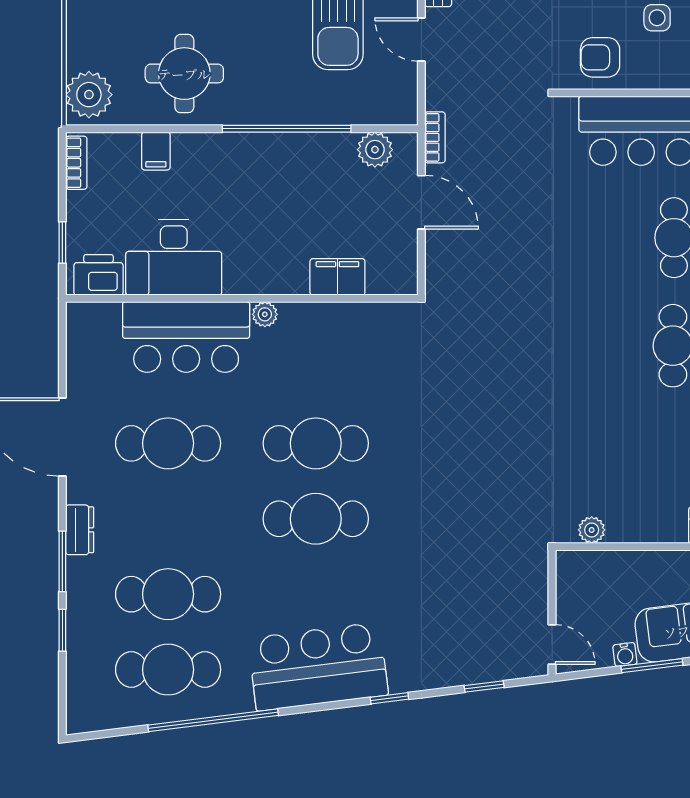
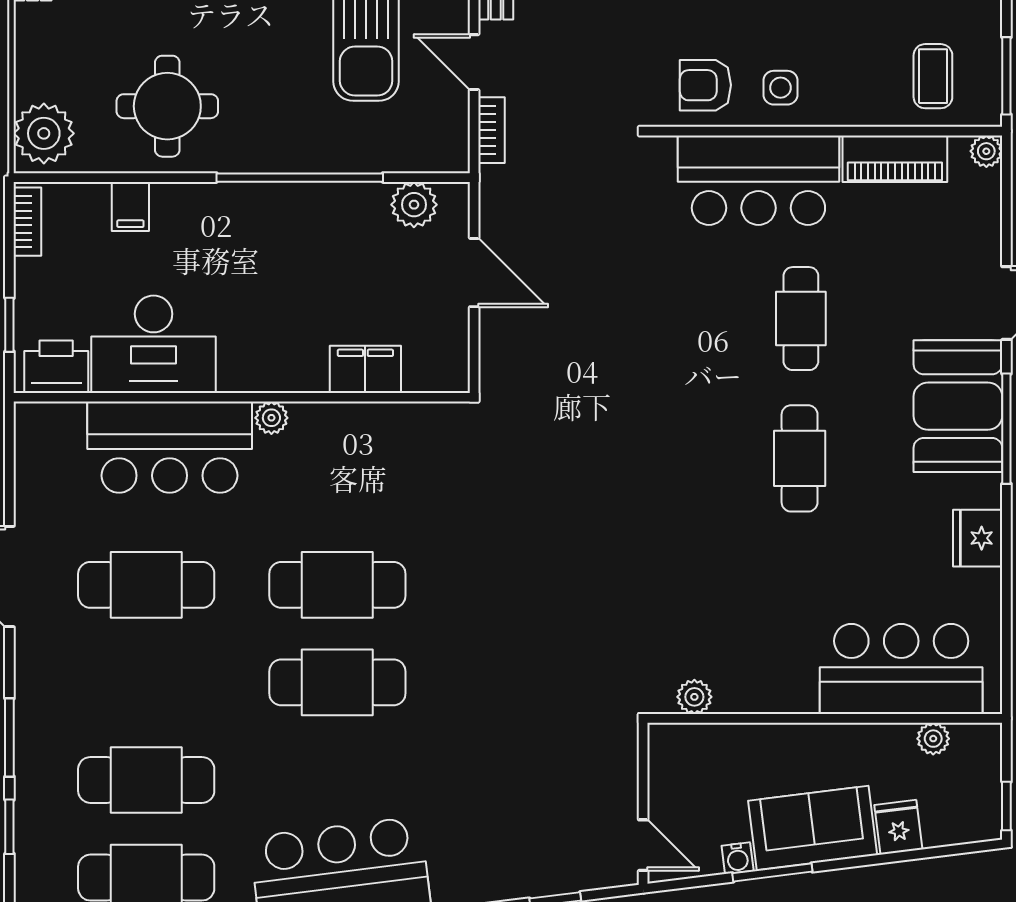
side table: (657, 18) -> (780, 88), moved
bookcase: (435, 137) -> (492, 130), moved
dresser: (80, 530) -> (32, 697), removed

